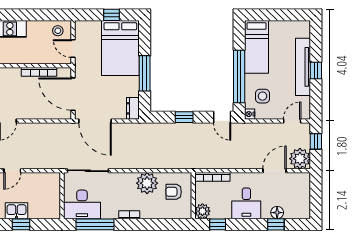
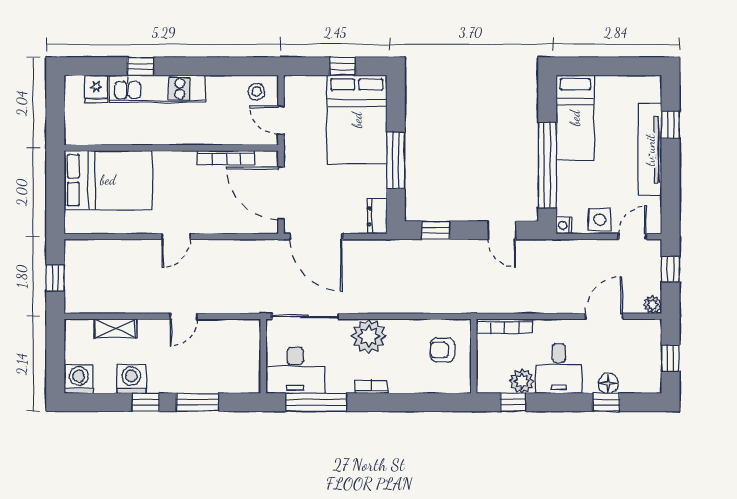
window: (316, 71) -> (670, 125), moved
side table: (262, 96) -> (600, 220), moved
window: (184, 117) -> (436, 230), moved
door: (222, 117) -> (502, 230), moved
plant: (300, 159) -> (653, 305), width x0.53, depth x0.53
plant: (147, 183) -> (369, 336), moved
window: (316, 197) -> (670, 358), added
kitchen sink: (17, 211) -> (190, 380), removed
plant: (202, 211) -> (522, 381), moved
window: (21, 224) -> (198, 402), width x1.50

